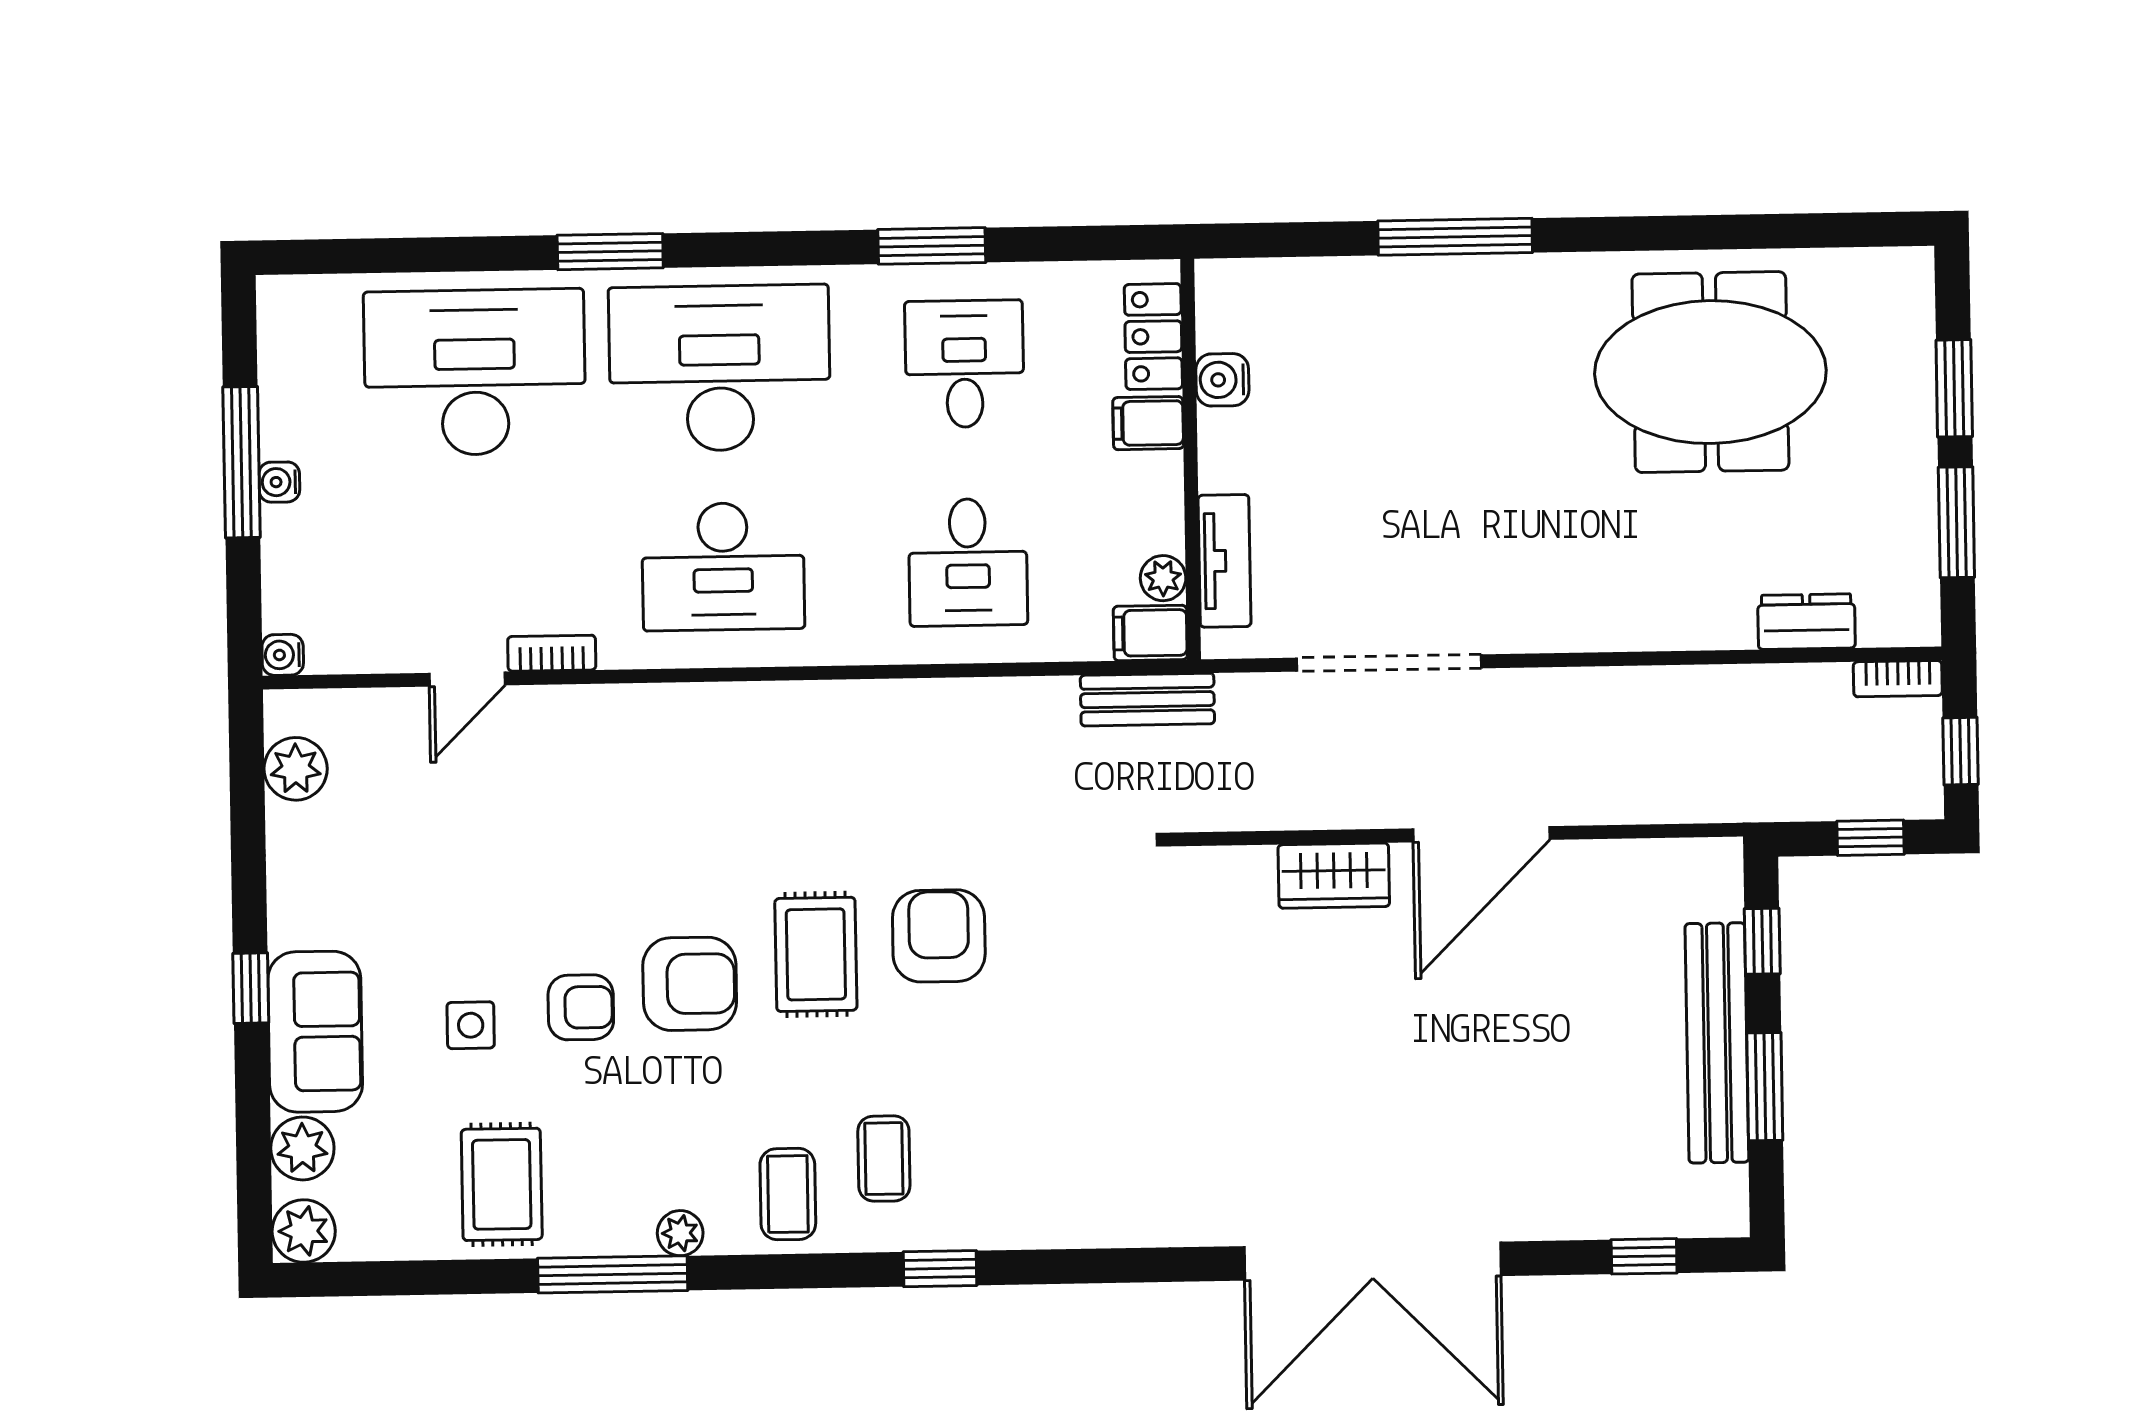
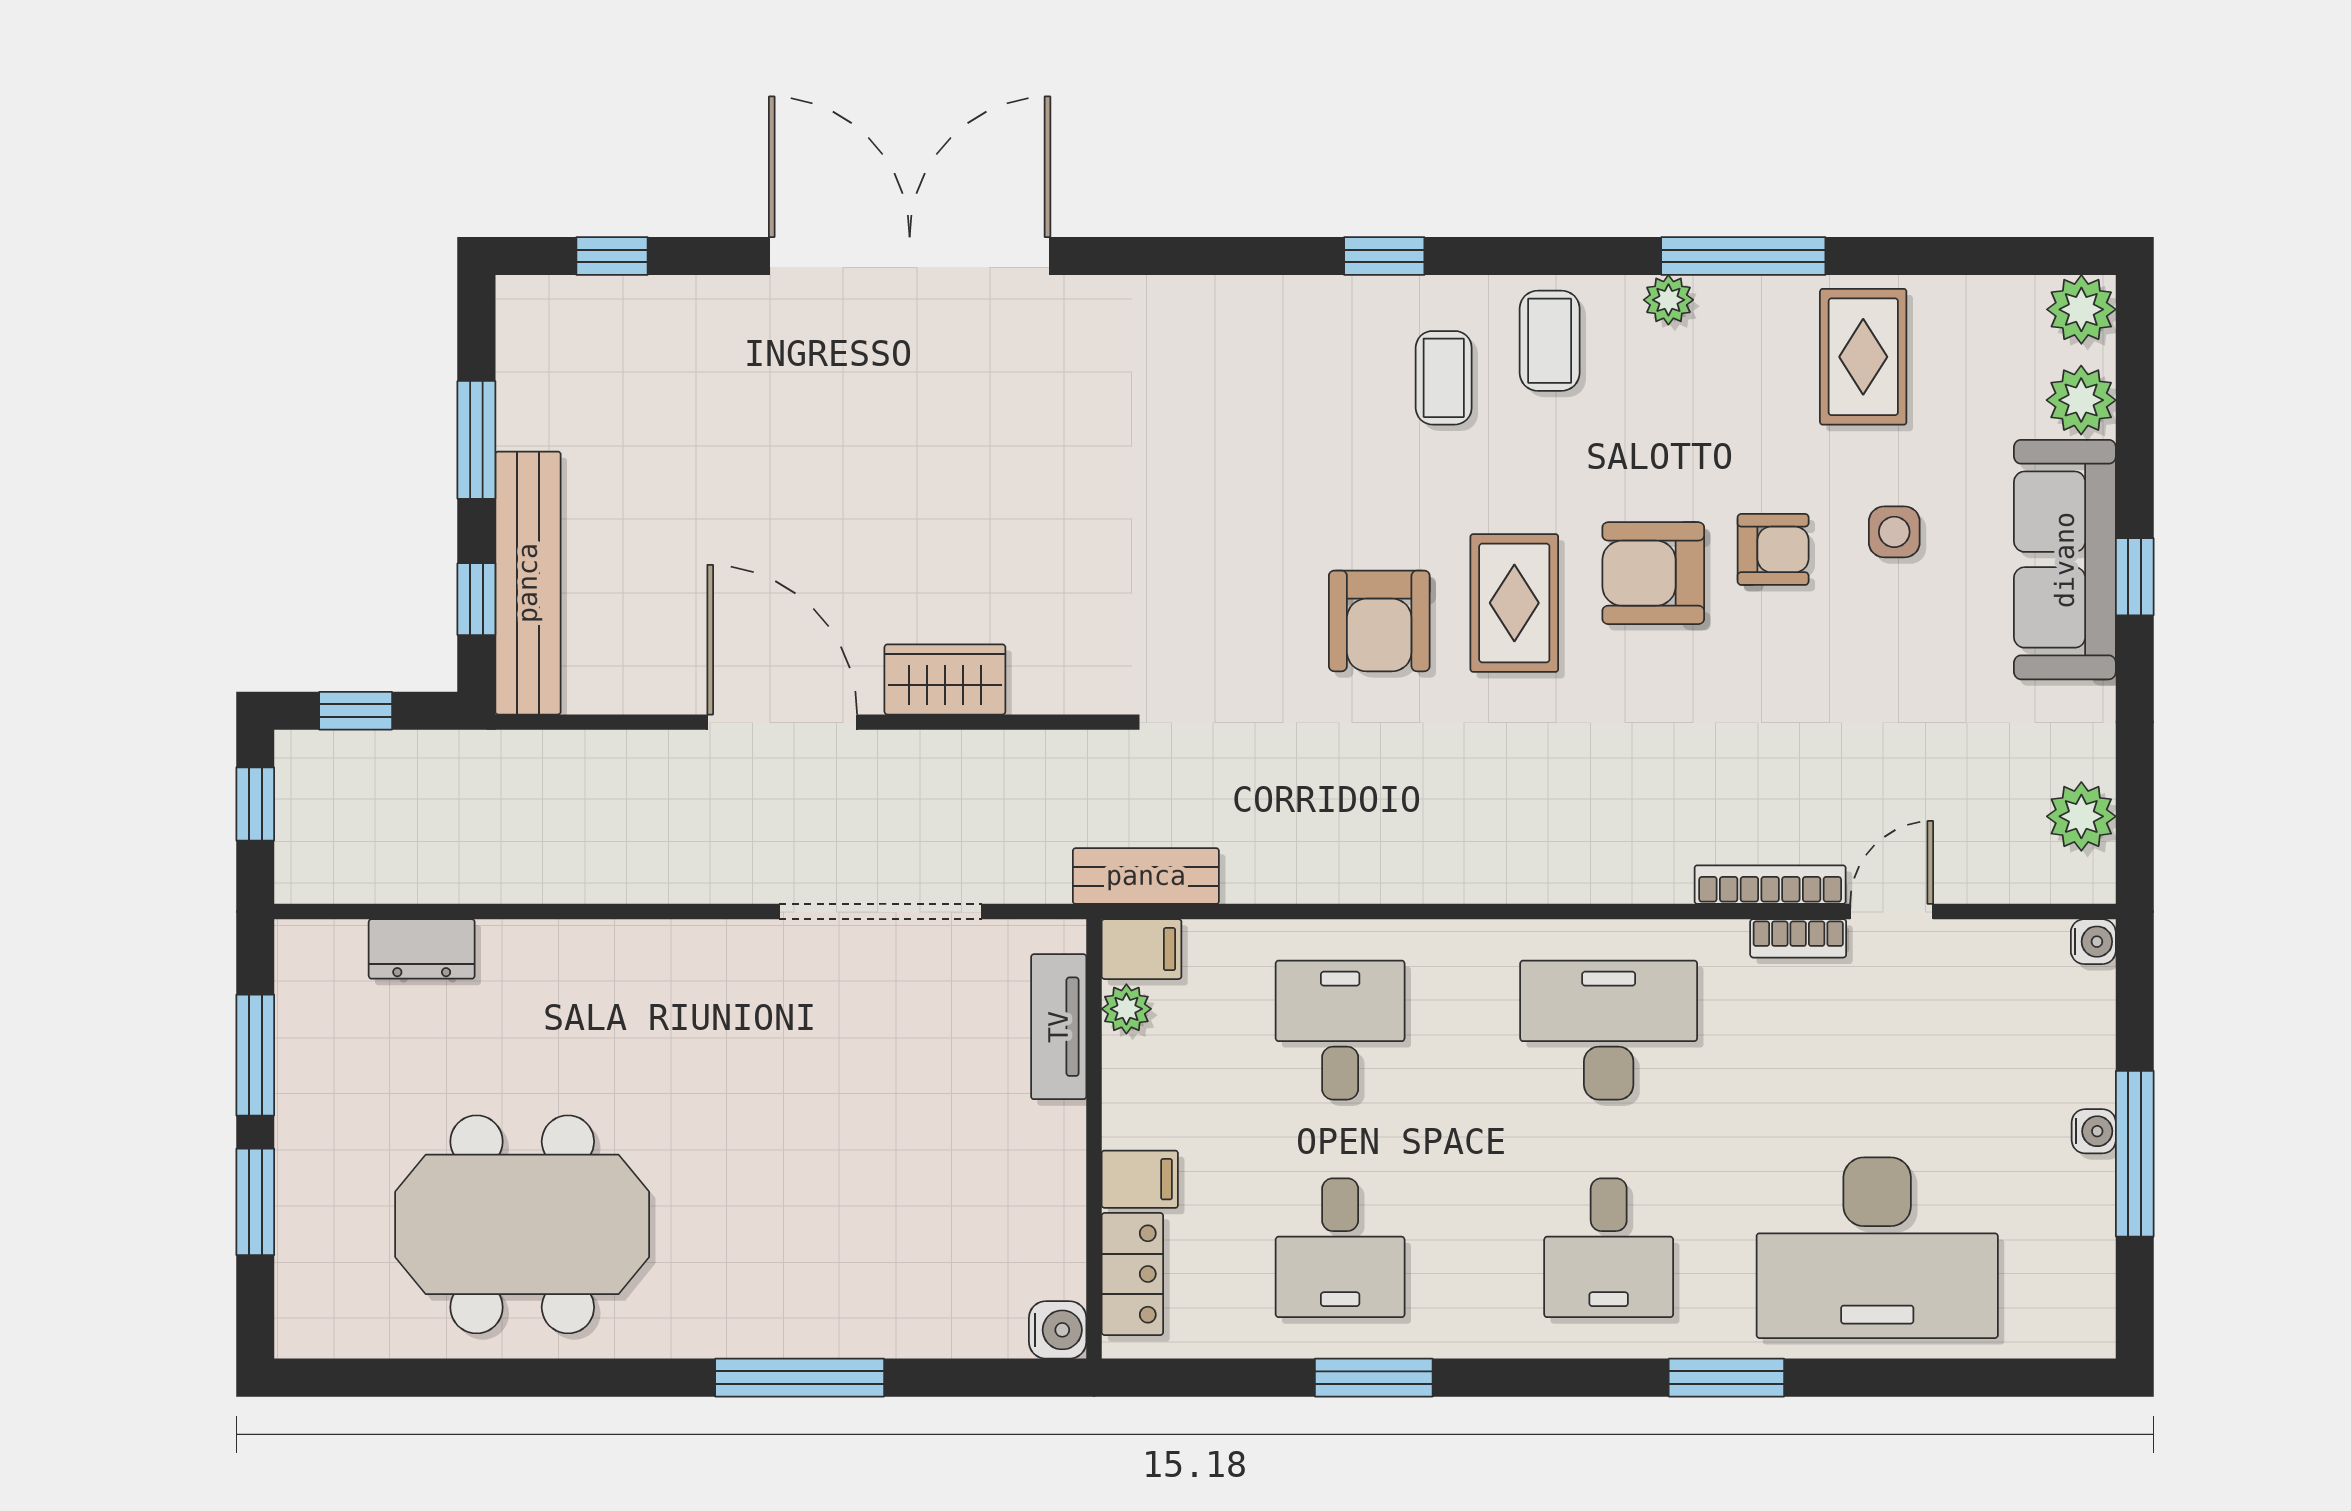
desk: (720, 368) -> (1609, 1248), width x0.53, depth x0.77
water cooler: (1222, 380) -> (1058, 1330), moved
bookcase: (1898, 679) -> (1770, 885), moved, width x1.56
door: (1481, 834) -> (782, 722), hinge flipped
armchair: (581, 1007) -> (1773, 549), turned 180
sofa: (315, 1032) -> (2065, 560), width x1.36
bench: (1717, 1043) -> (528, 583), moved

